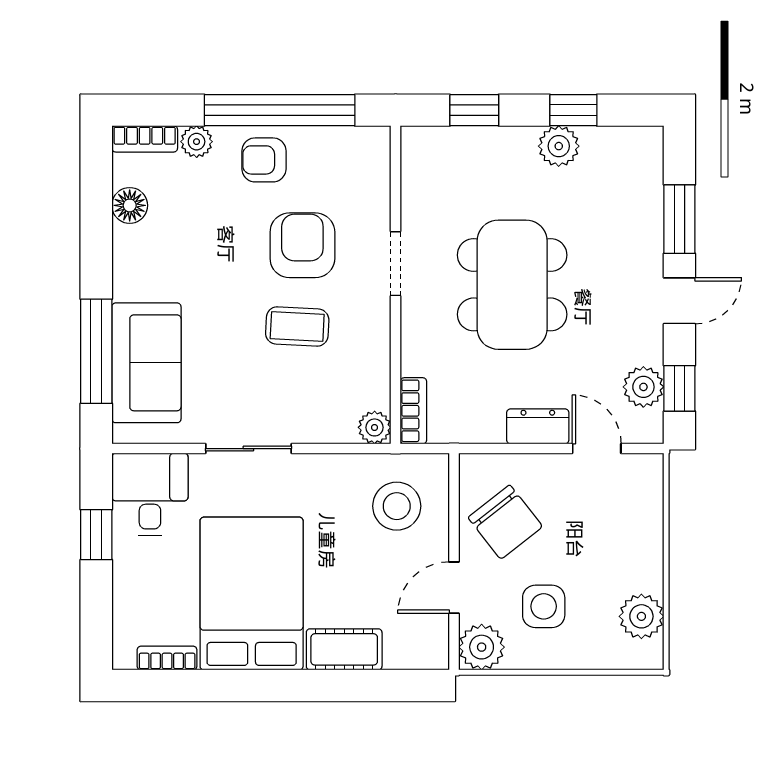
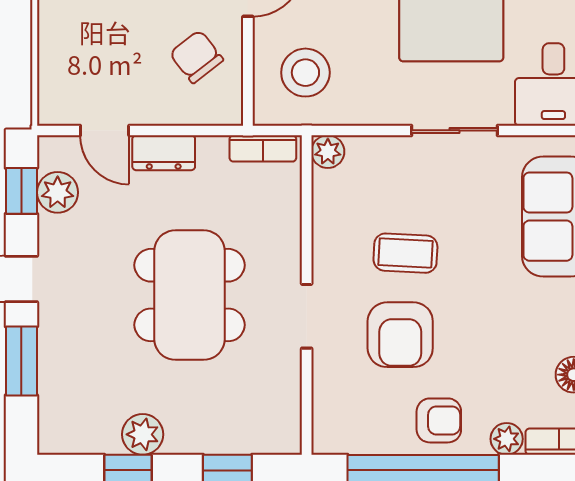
bookcase: (413, 411) -> (263, 148), moved, turned -90
chair: (505, 522) -> (196, 57), width x0.73, depth x0.73

